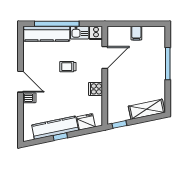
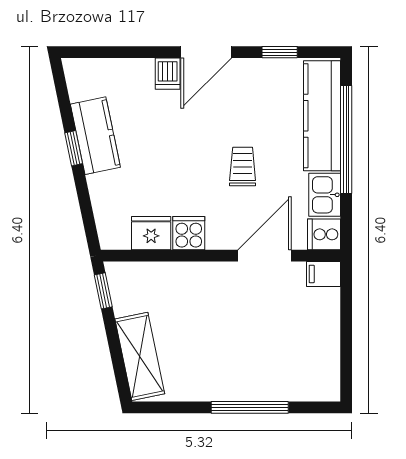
filing cabinet: (136, 33) -> (323, 274), moved
window: (20, 51) -> (280, 52), added
door: (105, 58) -> (265, 256), swing flipped
fridge: (86, 122) -> (151, 233), moved, turned -78
kitchen counter: (55, 128) -> (95, 136), width x0.67

